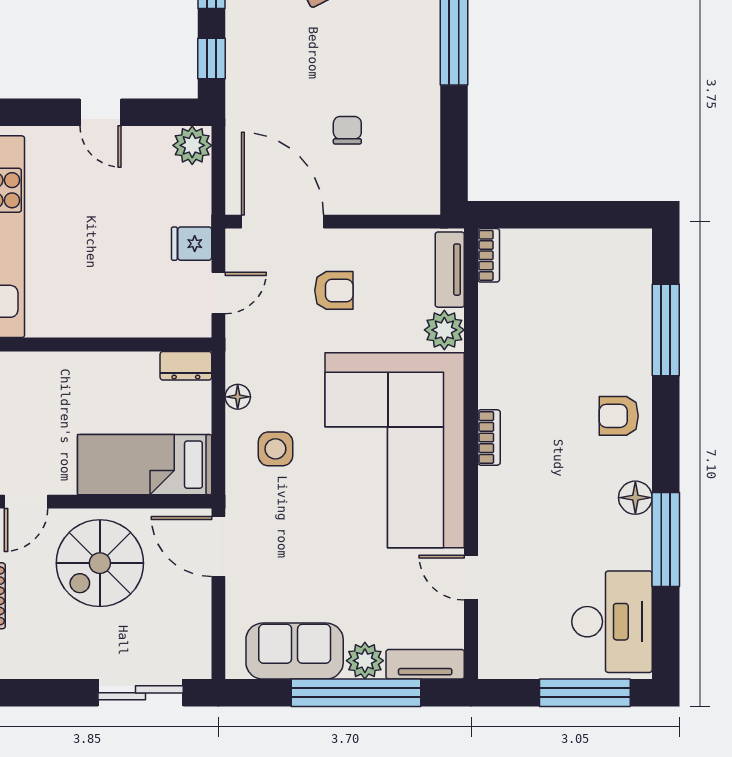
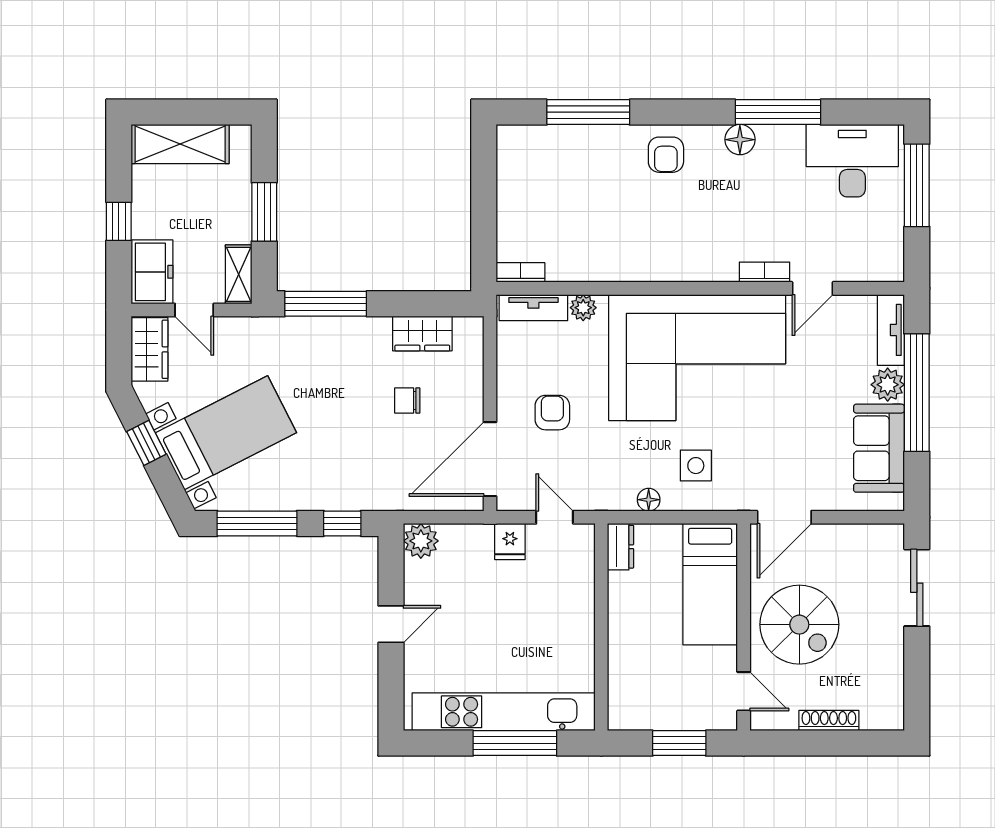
wardrobe: (421, 147) -> (422, 333), added
plant: (444, 330) -> (583, 308), width x0.73, depth x0.73
bookcase: (489, 437) -> (764, 272), moved

